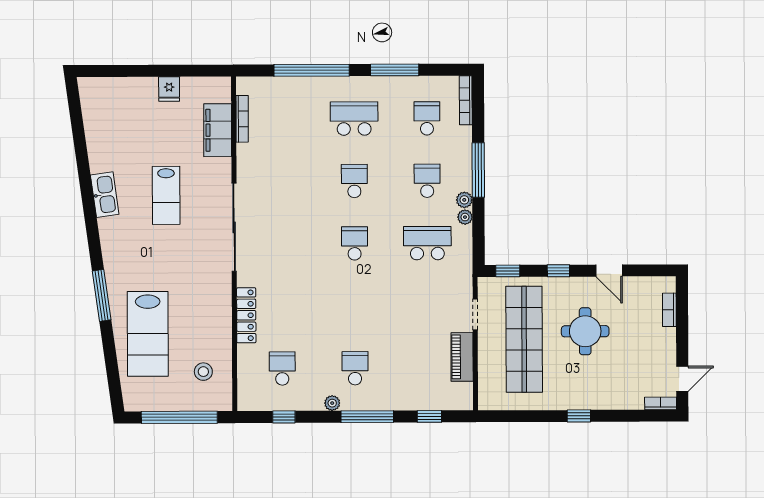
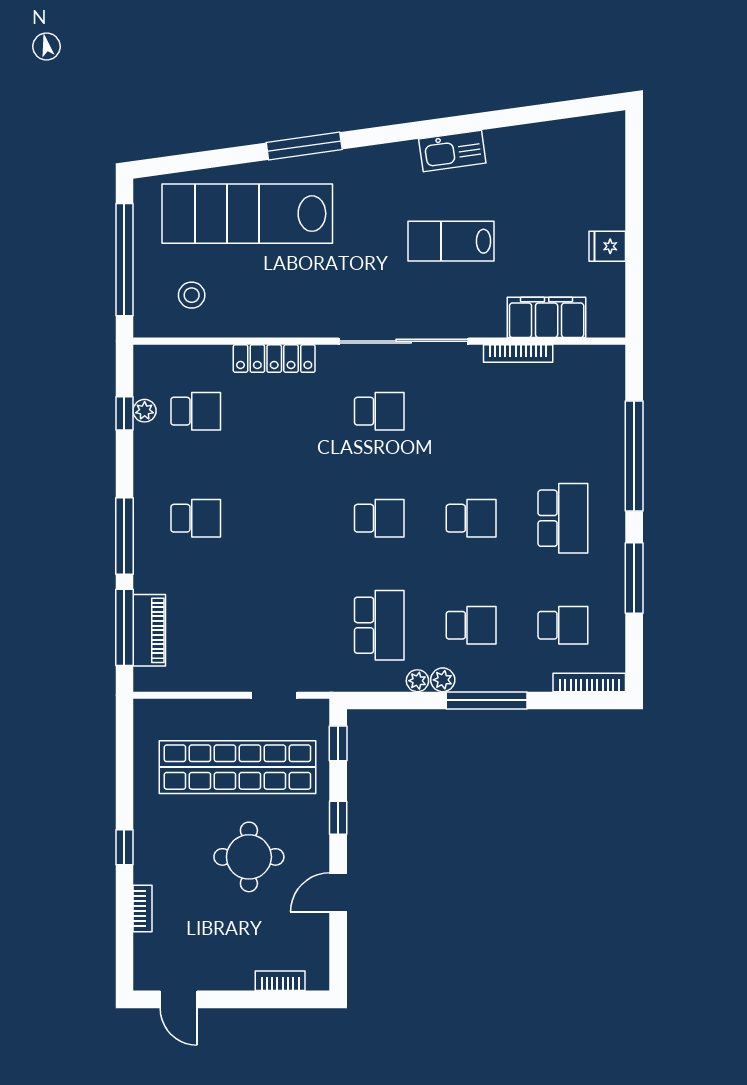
bookcase: (242, 119) -> (518, 353), moved
school desk: (282, 244) -> (379, 411), added
lab bench: (148, 334) -> (247, 214), width x1.36
piano: (462, 357) -> (149, 630), moved, turned 90
plant: (332, 403) -> (145, 411), moved
bookcase: (661, 403) -> (142, 909), moved
window: (429, 416) -> (124, 627), width x2.17

